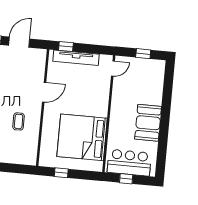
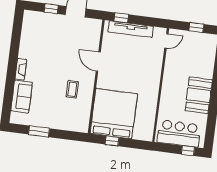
door: (44, 92) -> (98, 62), swing flipped
bed: (82, 137) -> (114, 114), moved, turned 90
window: (126, 179) -> (188, 151), moved

